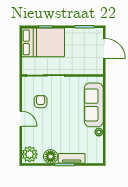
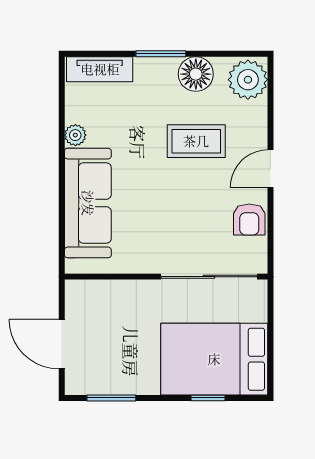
armchair: (41, 102) -> (249, 220), moved
door: (21, 119) -> (270, 169), hinge flipped
coffee table: (50, 130) -> (196, 141), added
tv unit: (72, 158) -> (100, 69), moved

